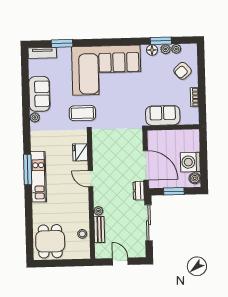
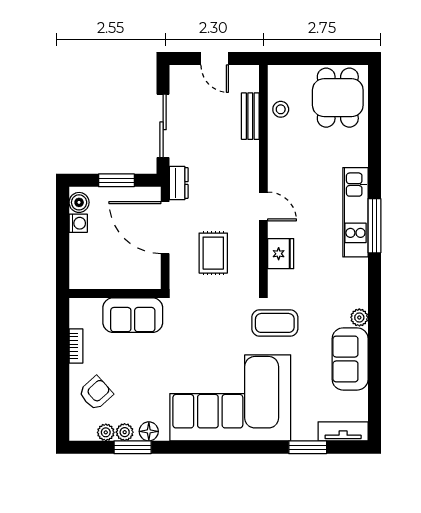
rug: (118, 152) -> (213, 253), added
washing machine: (190, 162) -> (78, 223), width x0.53, depth x0.53
plant: (98, 211) -> (251, 149), removed

